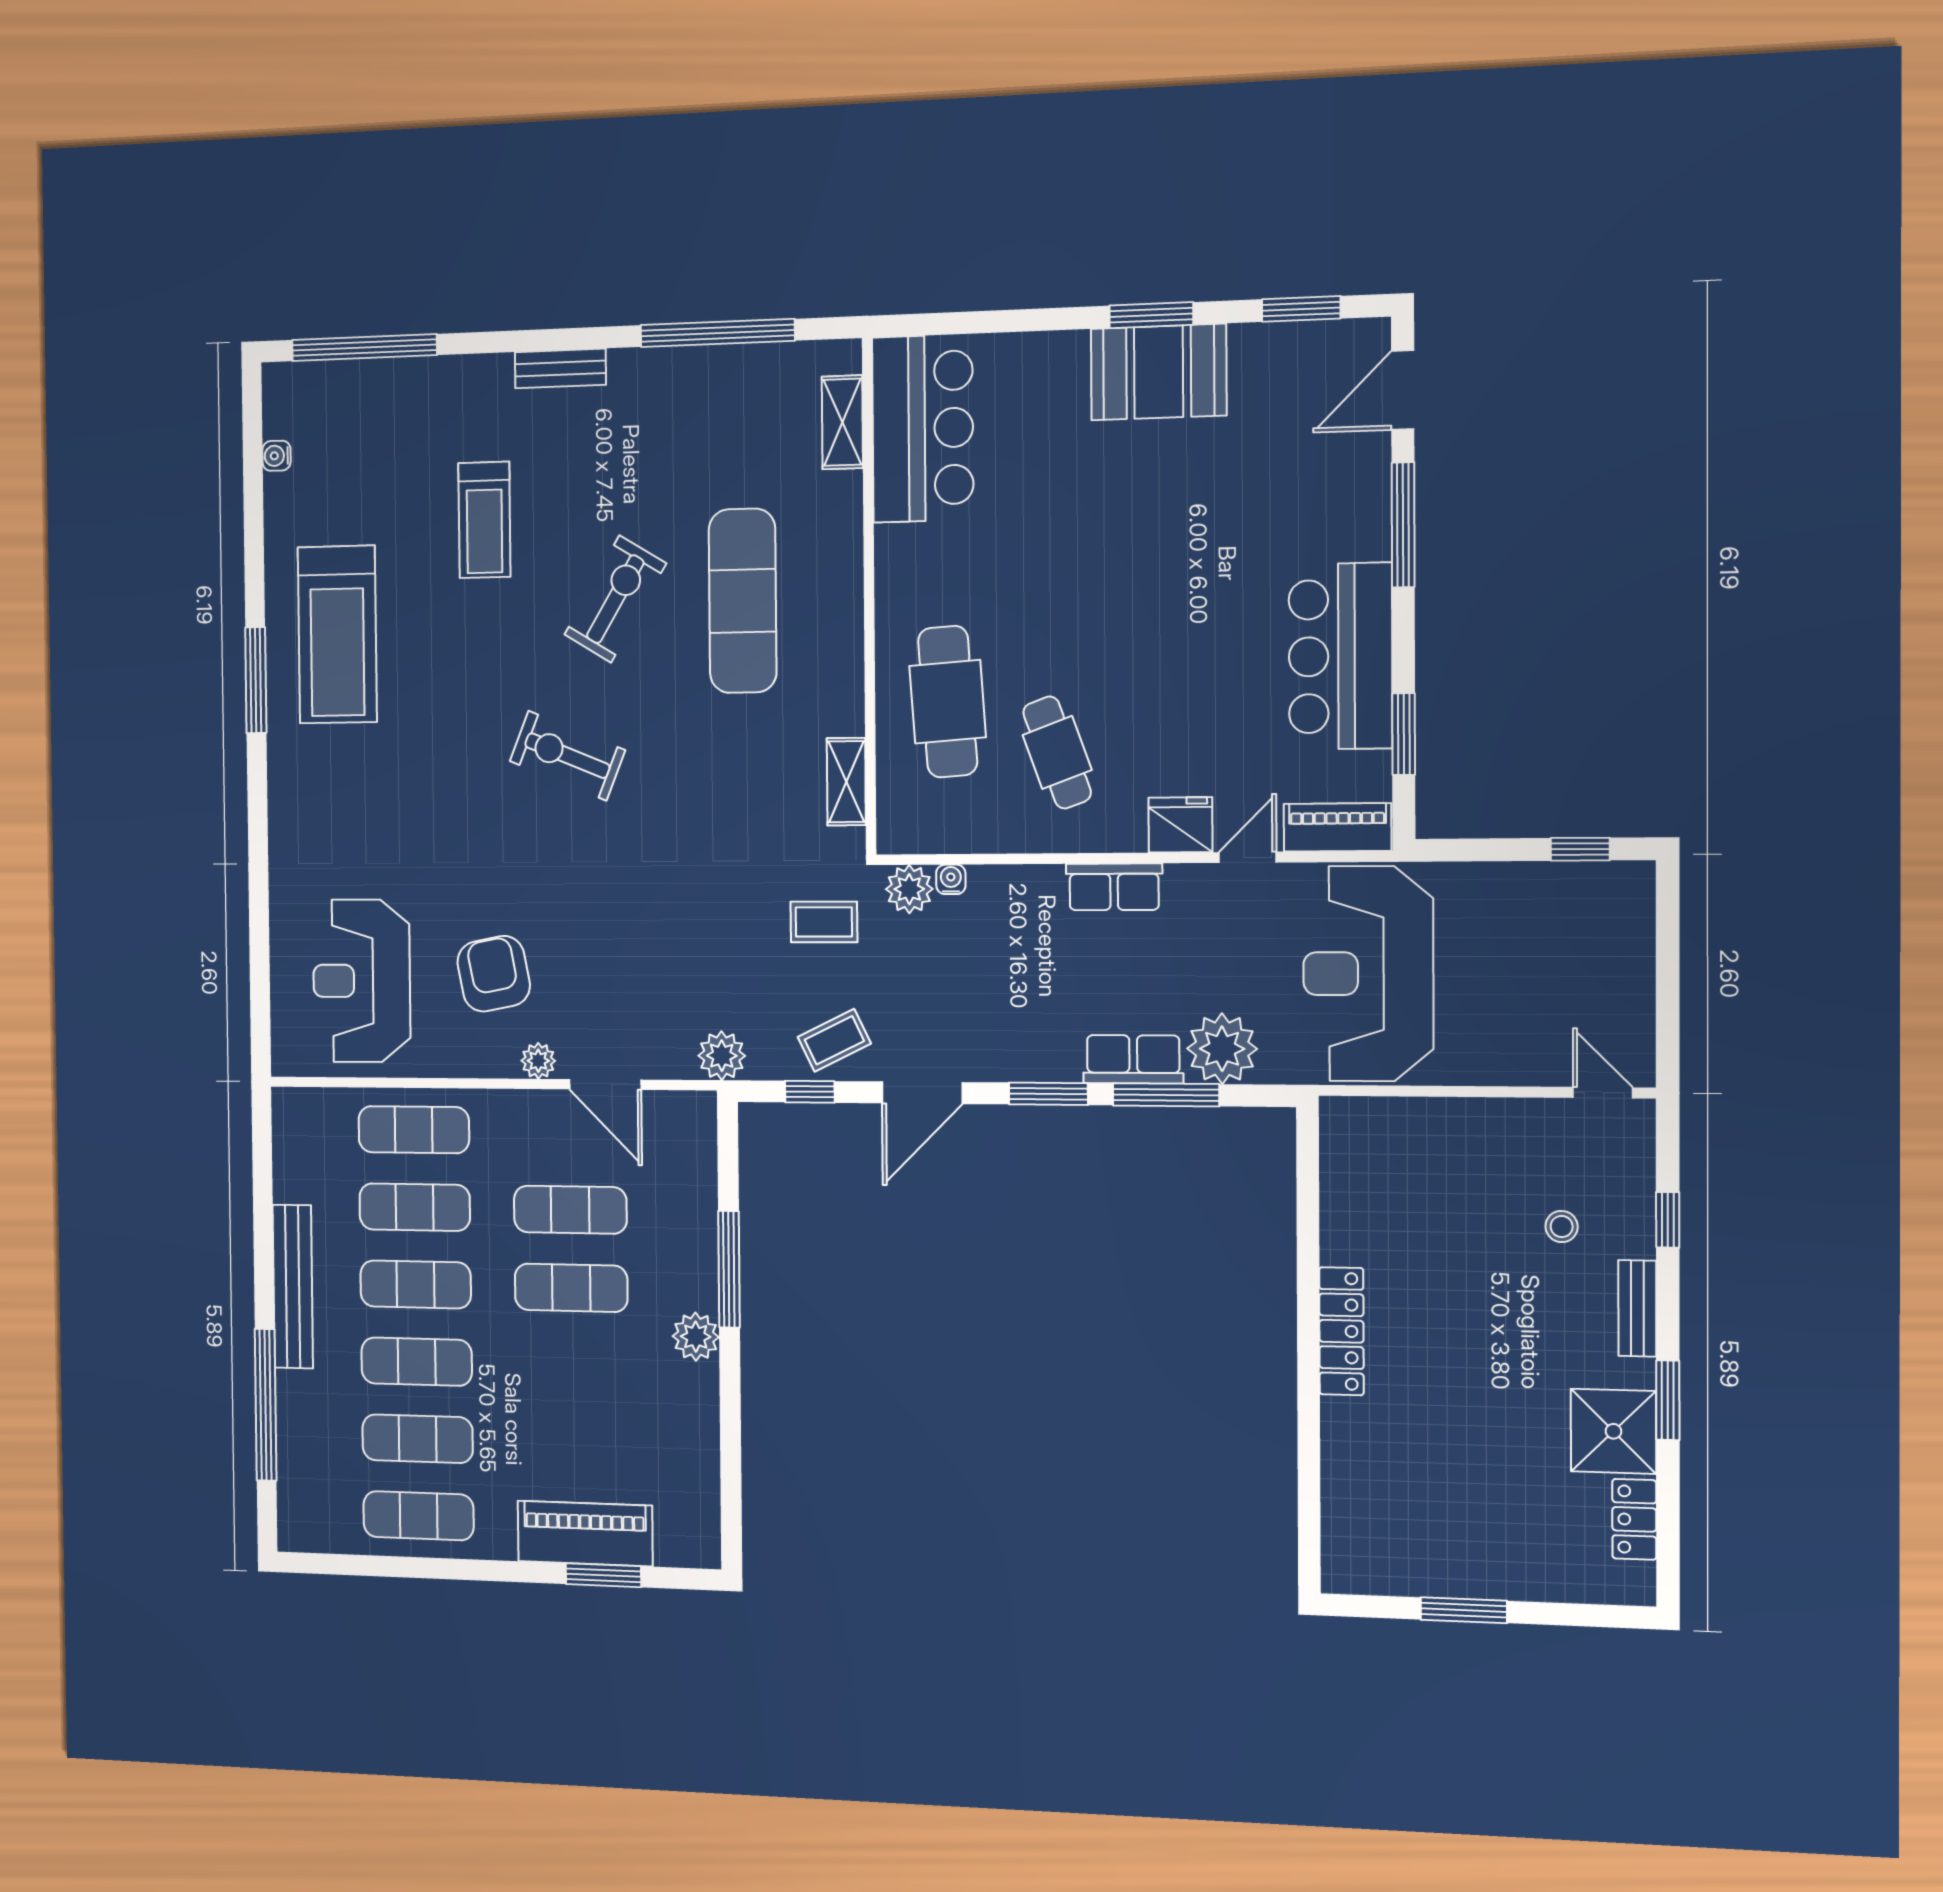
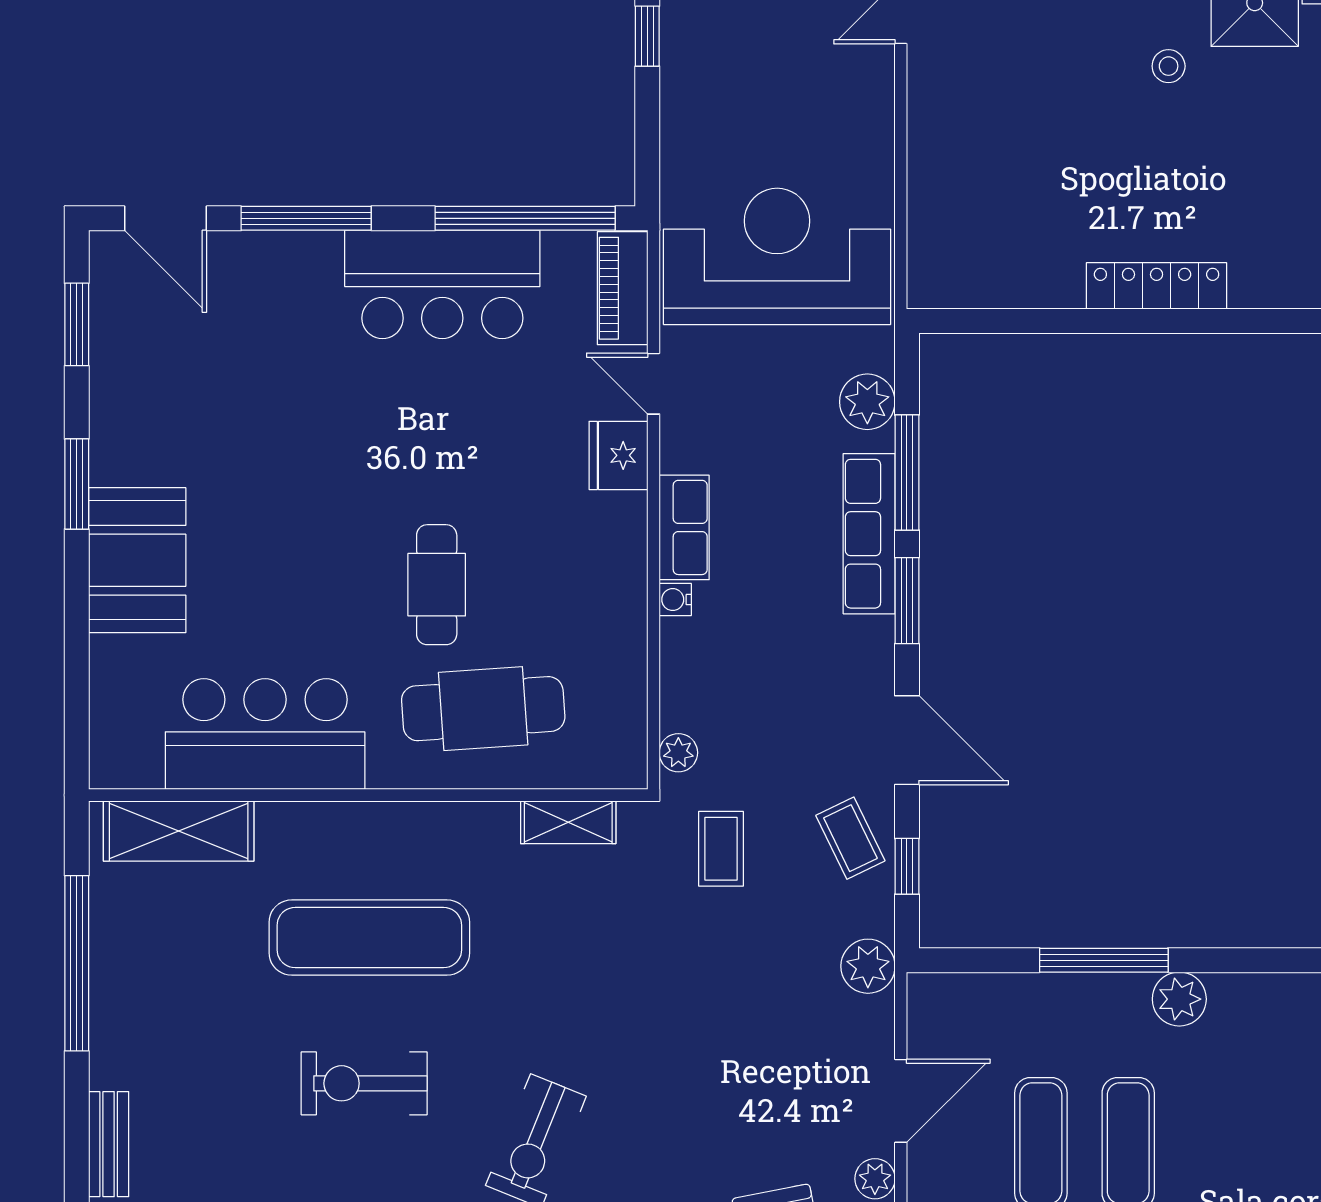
booth: (1159, 372) -> (137, 560), moved
shelving: (842, 422) -> (179, 831), width x1.50, depth x1.33
bar counter: (923, 428) -> (265, 734), moved
exercise bike: (615, 599) -> (364, 1083), turned -31
window: (1404, 734) -> (525, 218), width x2.11
cafe table: (1057, 752) -> (437, 585), moved, turned -70
water cooler: (951, 879) -> (675, 600), moved
plant: (909, 889) -> (678, 753), width x0.73, depth x0.73
reception desk: (1368, 974) -> (777, 256), turned 180
plant: (1222, 1049) -> (867, 402), width x0.73, depth x0.73
row of seats: (1133, 1059) -> (869, 534), width x1.48
stool: (1562, 1227) -> (1169, 66), moved

